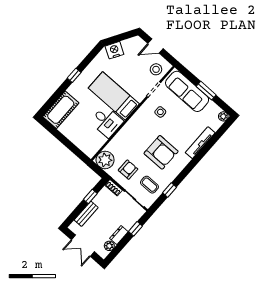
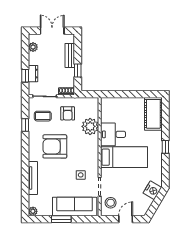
plant: (105, 160) -> (90, 126), moved
dresser: (119, 235) -> (33, 74), moved

